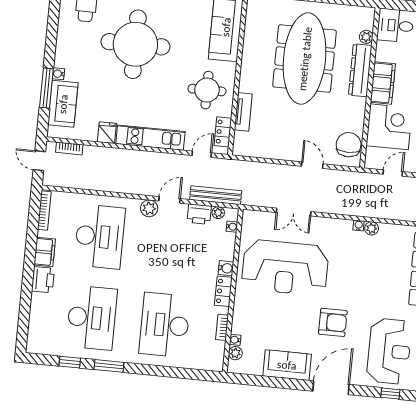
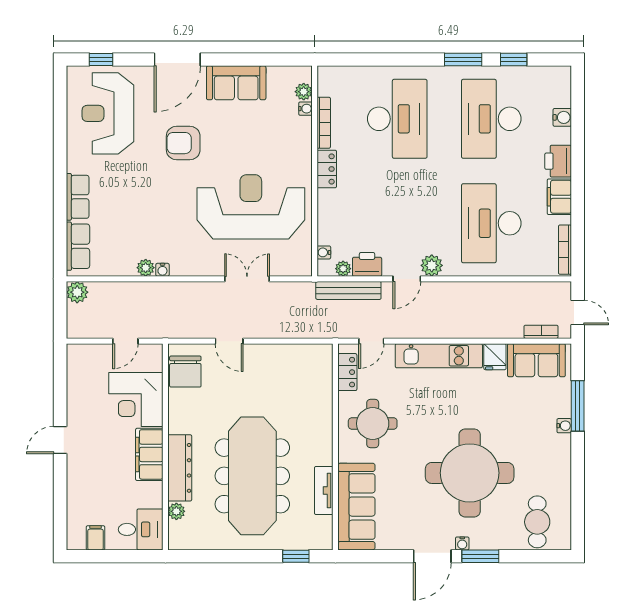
sofa: (63, 104) -> (536, 360), moved, turned -90
tv unit: (243, 112) -> (324, 491), moved
water cooler: (226, 268) -> (562, 117), moved, turned 180
bookcase: (222, 327) -> (324, 123), width x1.56

